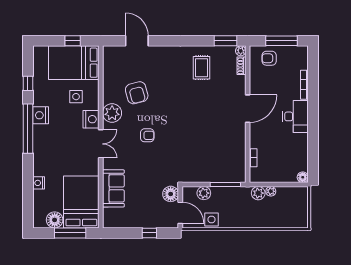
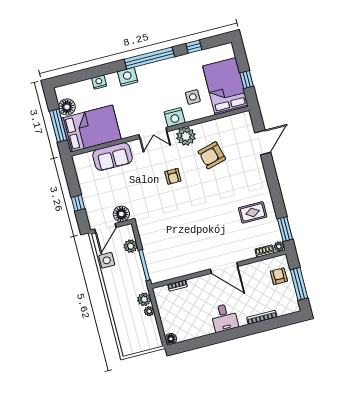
nightstand: (41, 115) -> (128, 77), moved
desk: (295, 116) -> (224, 318), width x0.73

